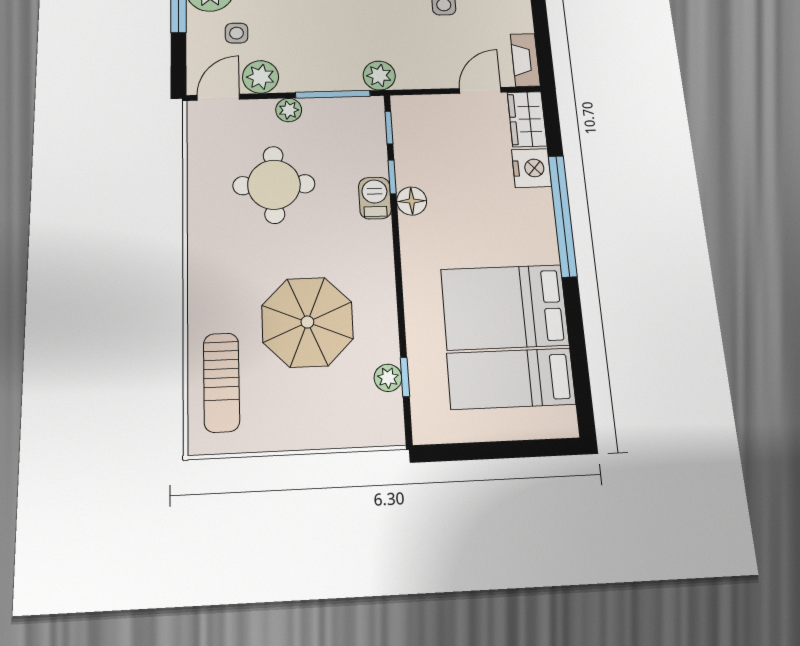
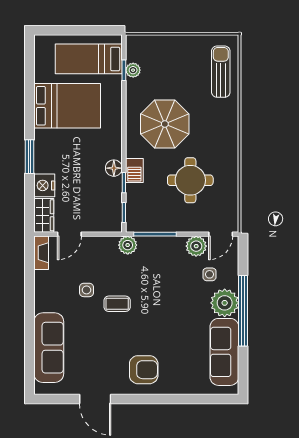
plant: (289, 110) -> (181, 225), removed
window: (563, 216) -> (30, 157), width x0.47
parasol: (307, 322) -> (165, 124), moved
bed: (511, 379) -> (89, 59), moved, turned 180

